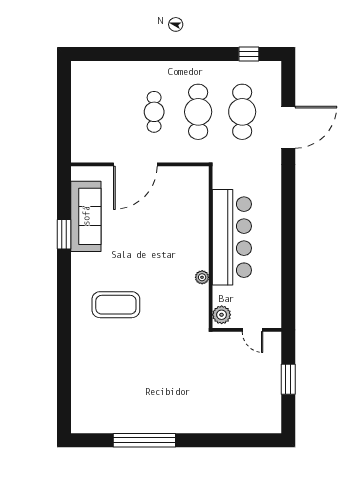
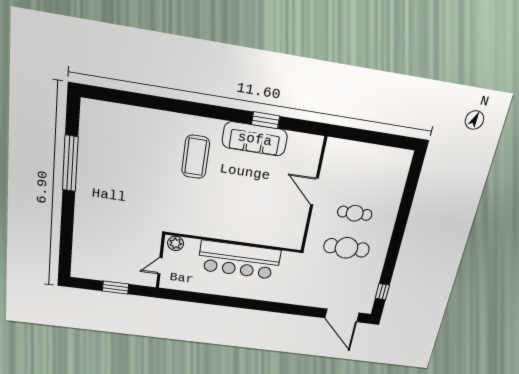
cafe table: (242, 112) -> (339, 281), removed
door: (288, 127) -> (342, 315), moved
door: (135, 164) -> (314, 192), width x0.73
sofa: (86, 216) -> (255, 139), moved
plant: (202, 277) -> (209, 232), removed

